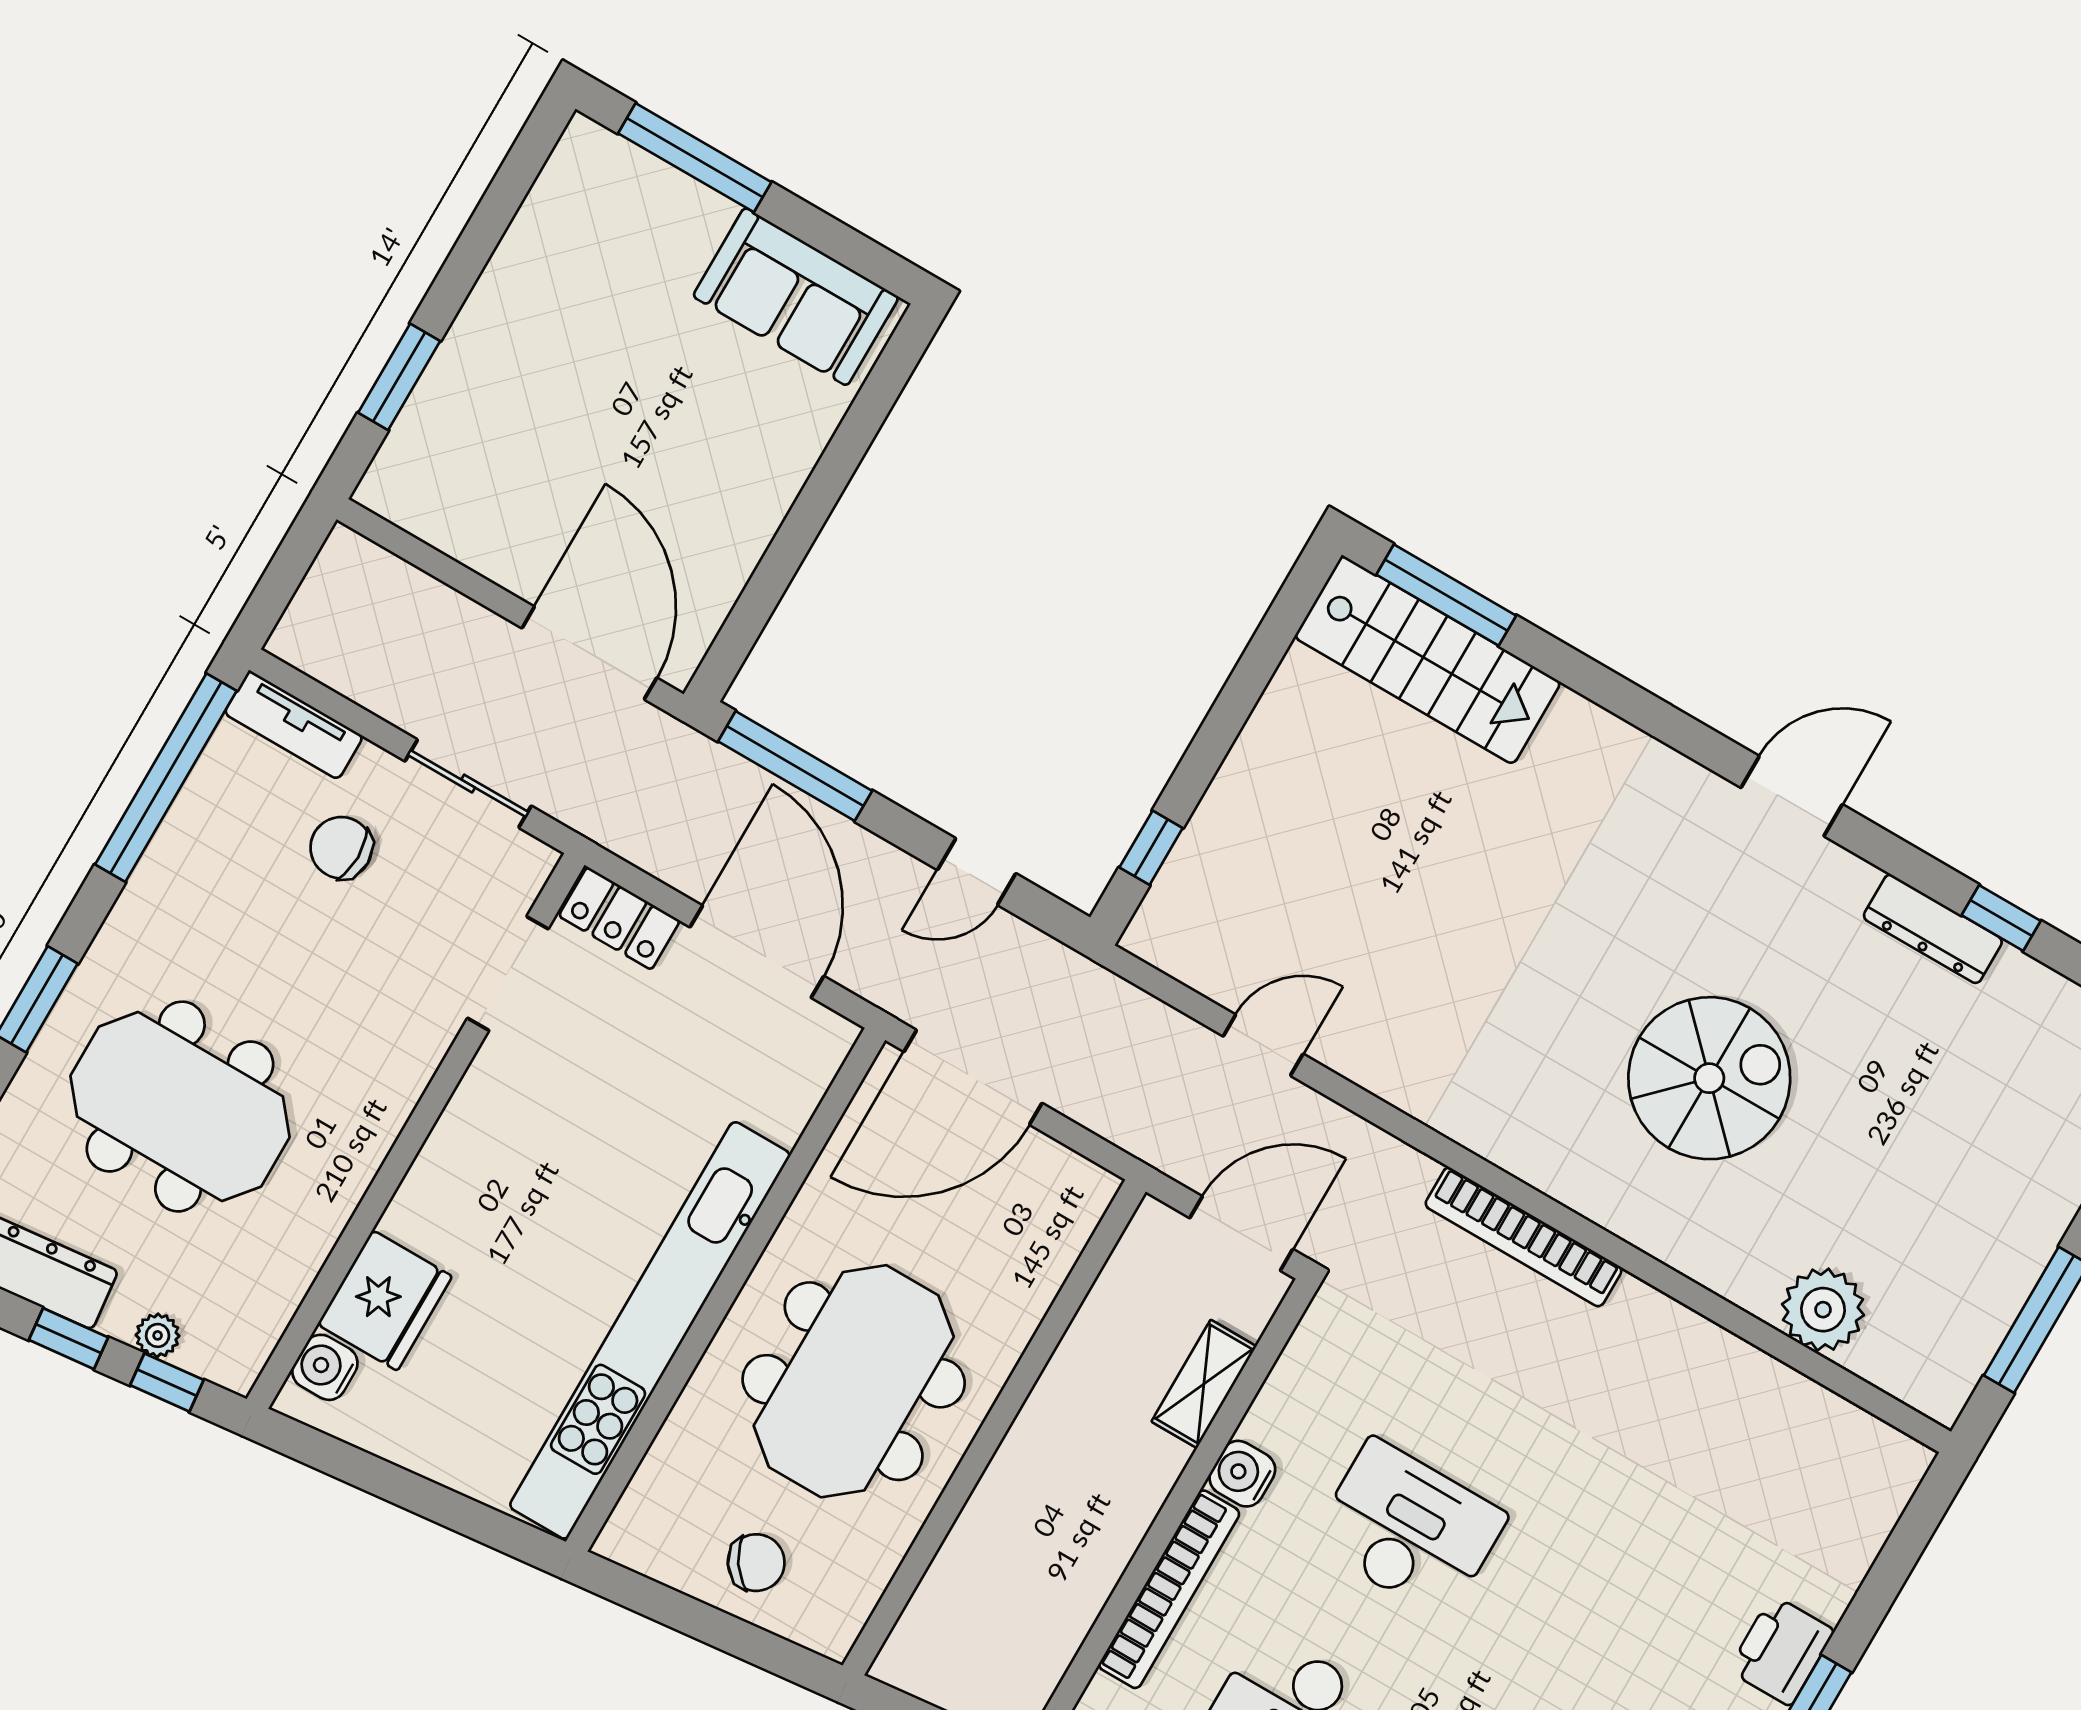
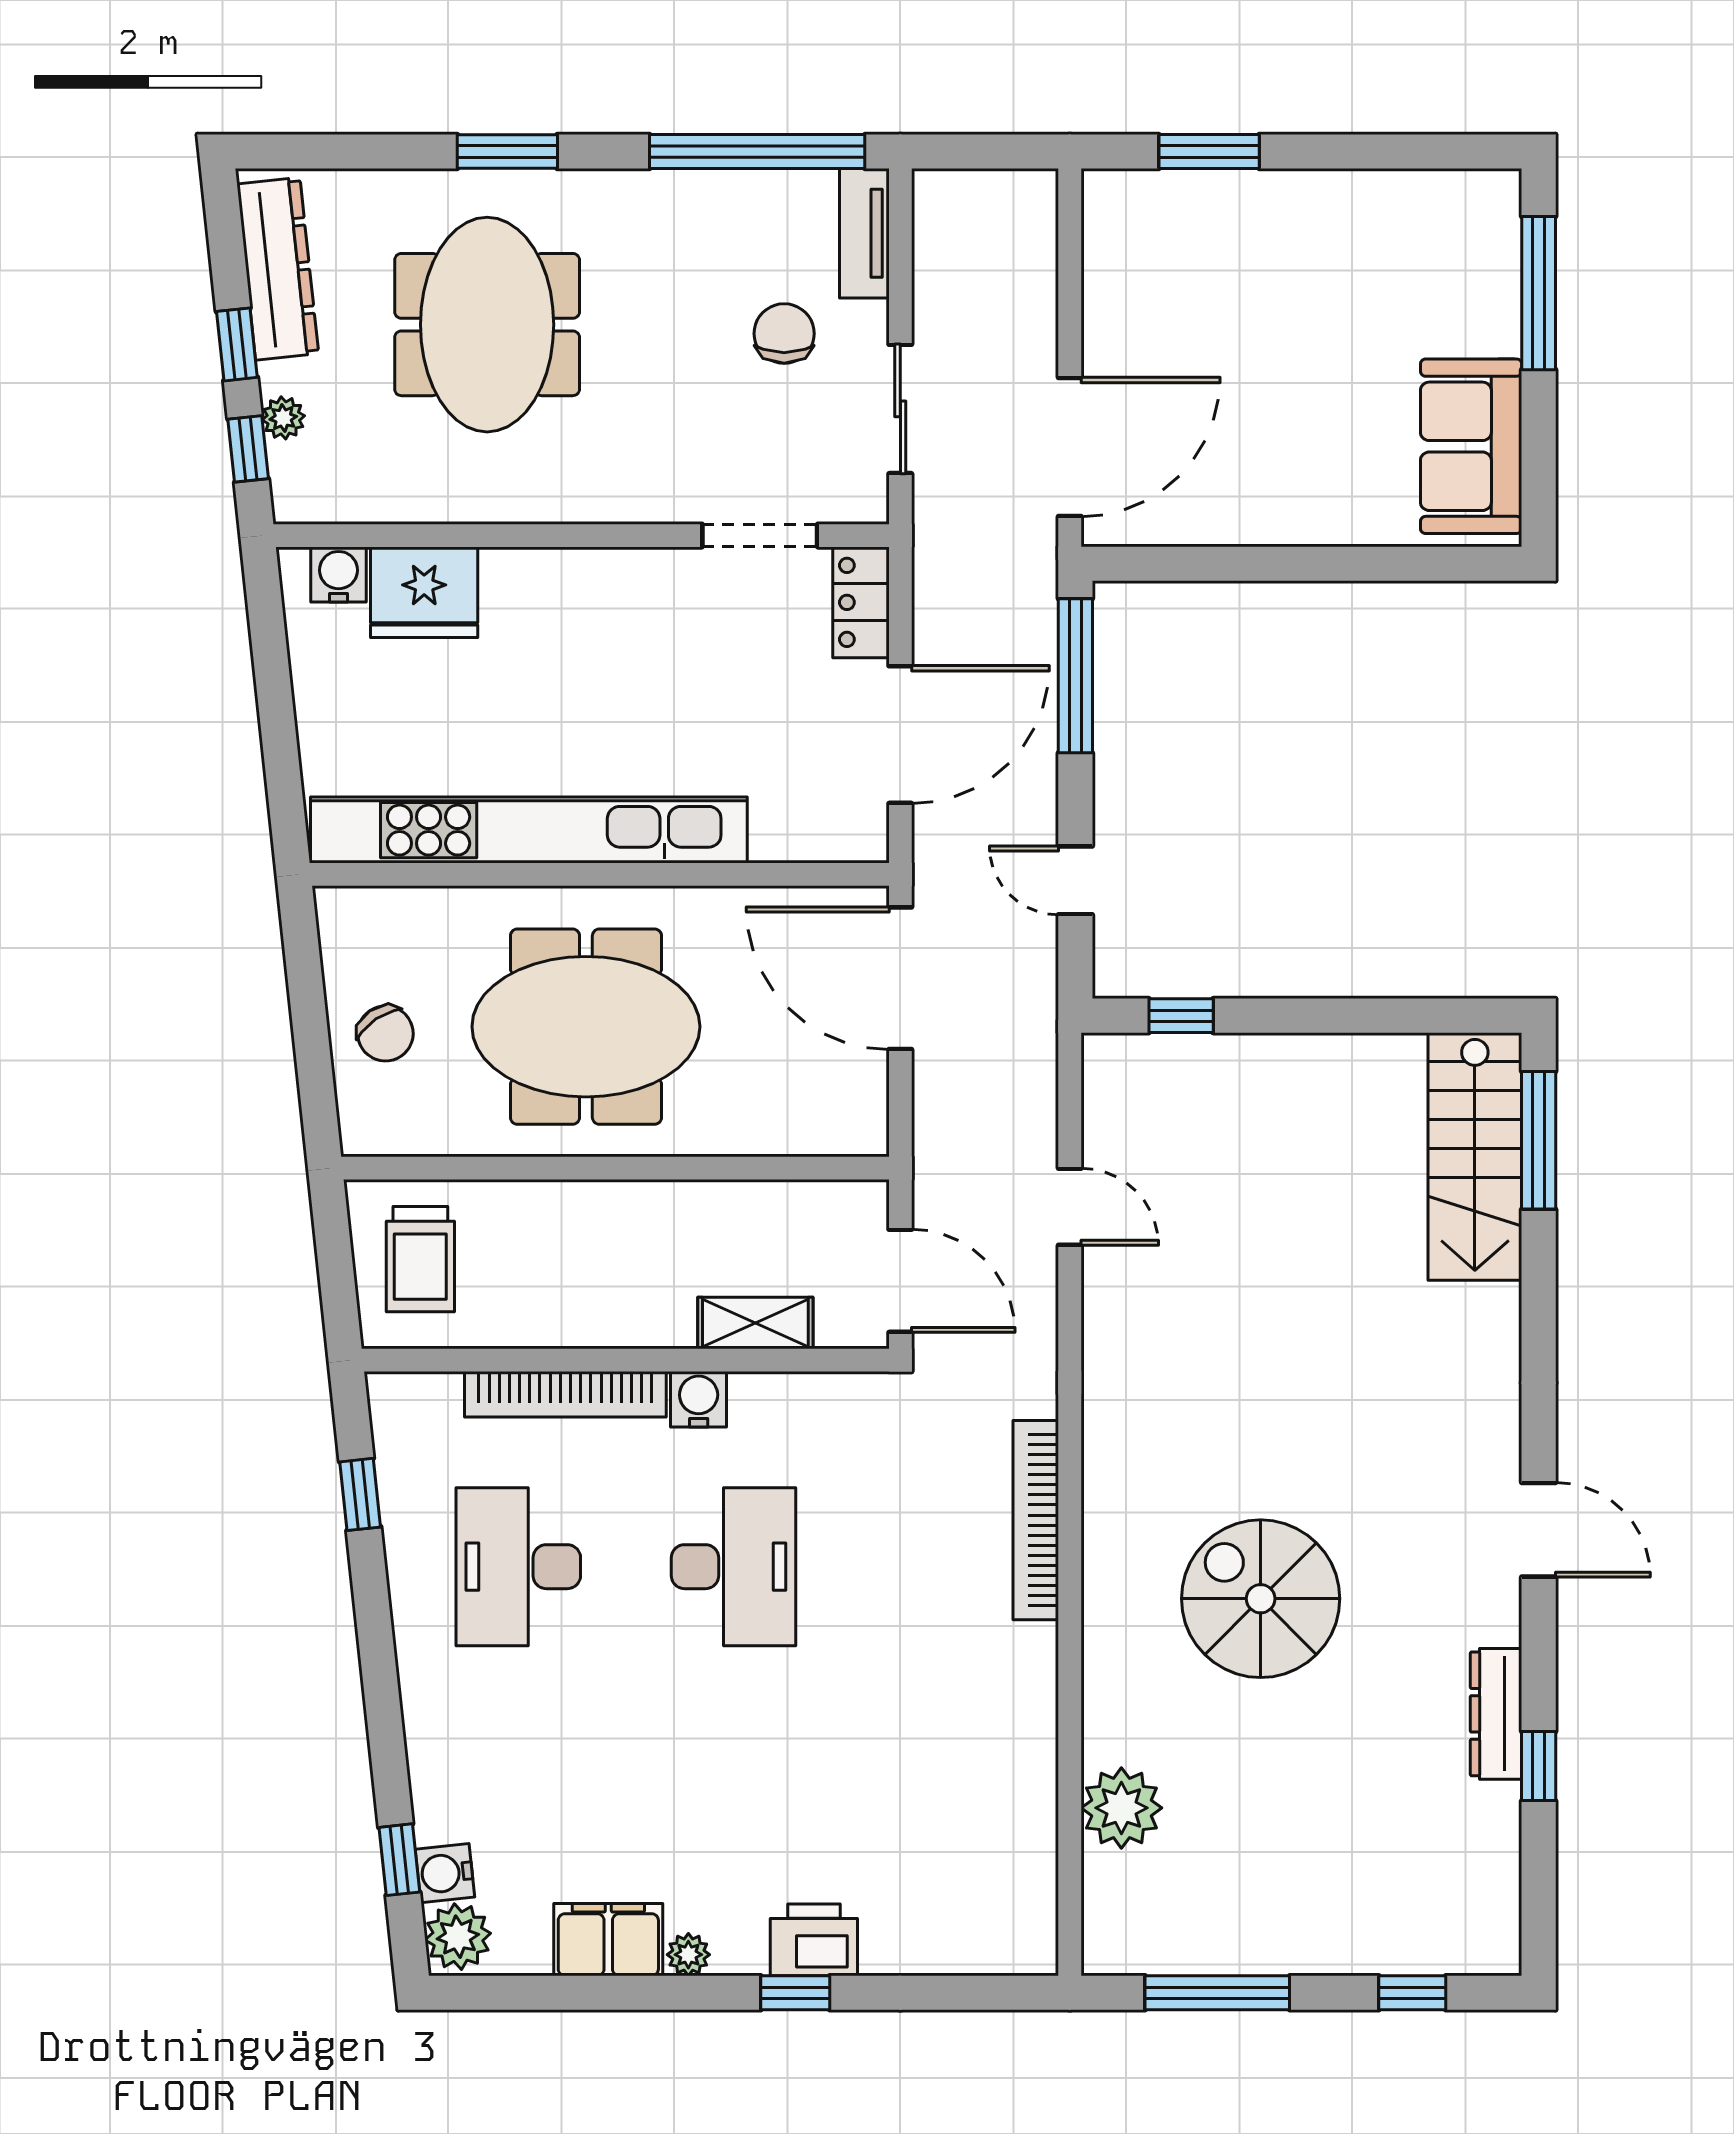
spiral stairs: (1709, 1078) -> (1261, 1599), turned 180
trolley: (974, 1648) -> (420, 1259), added

